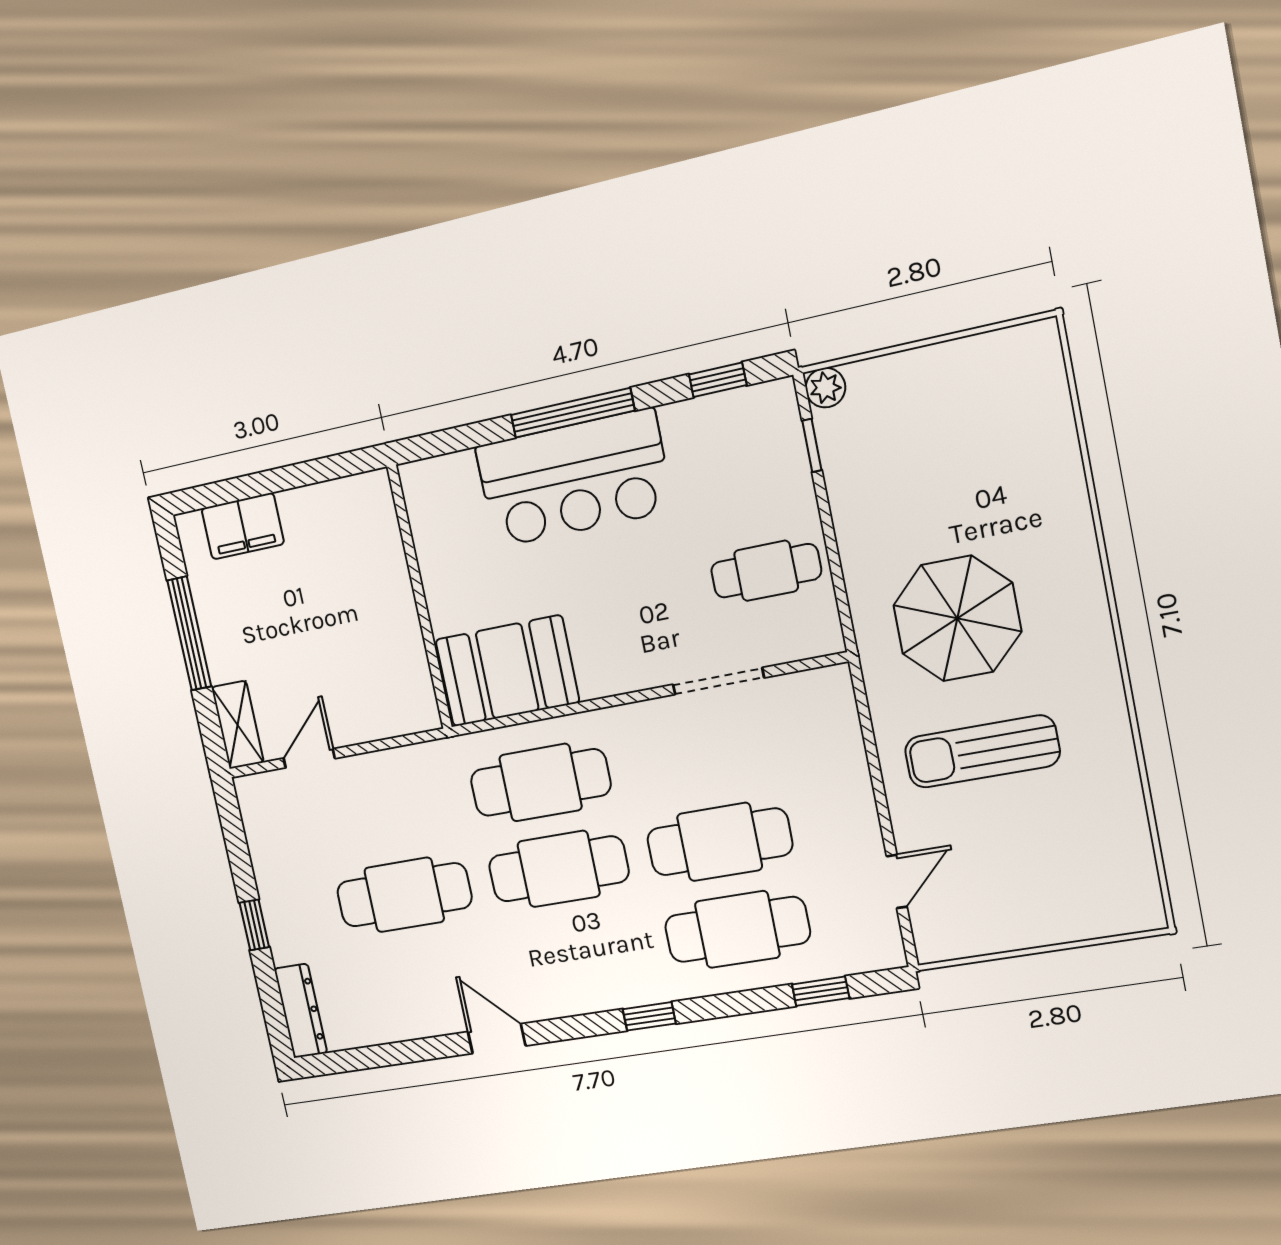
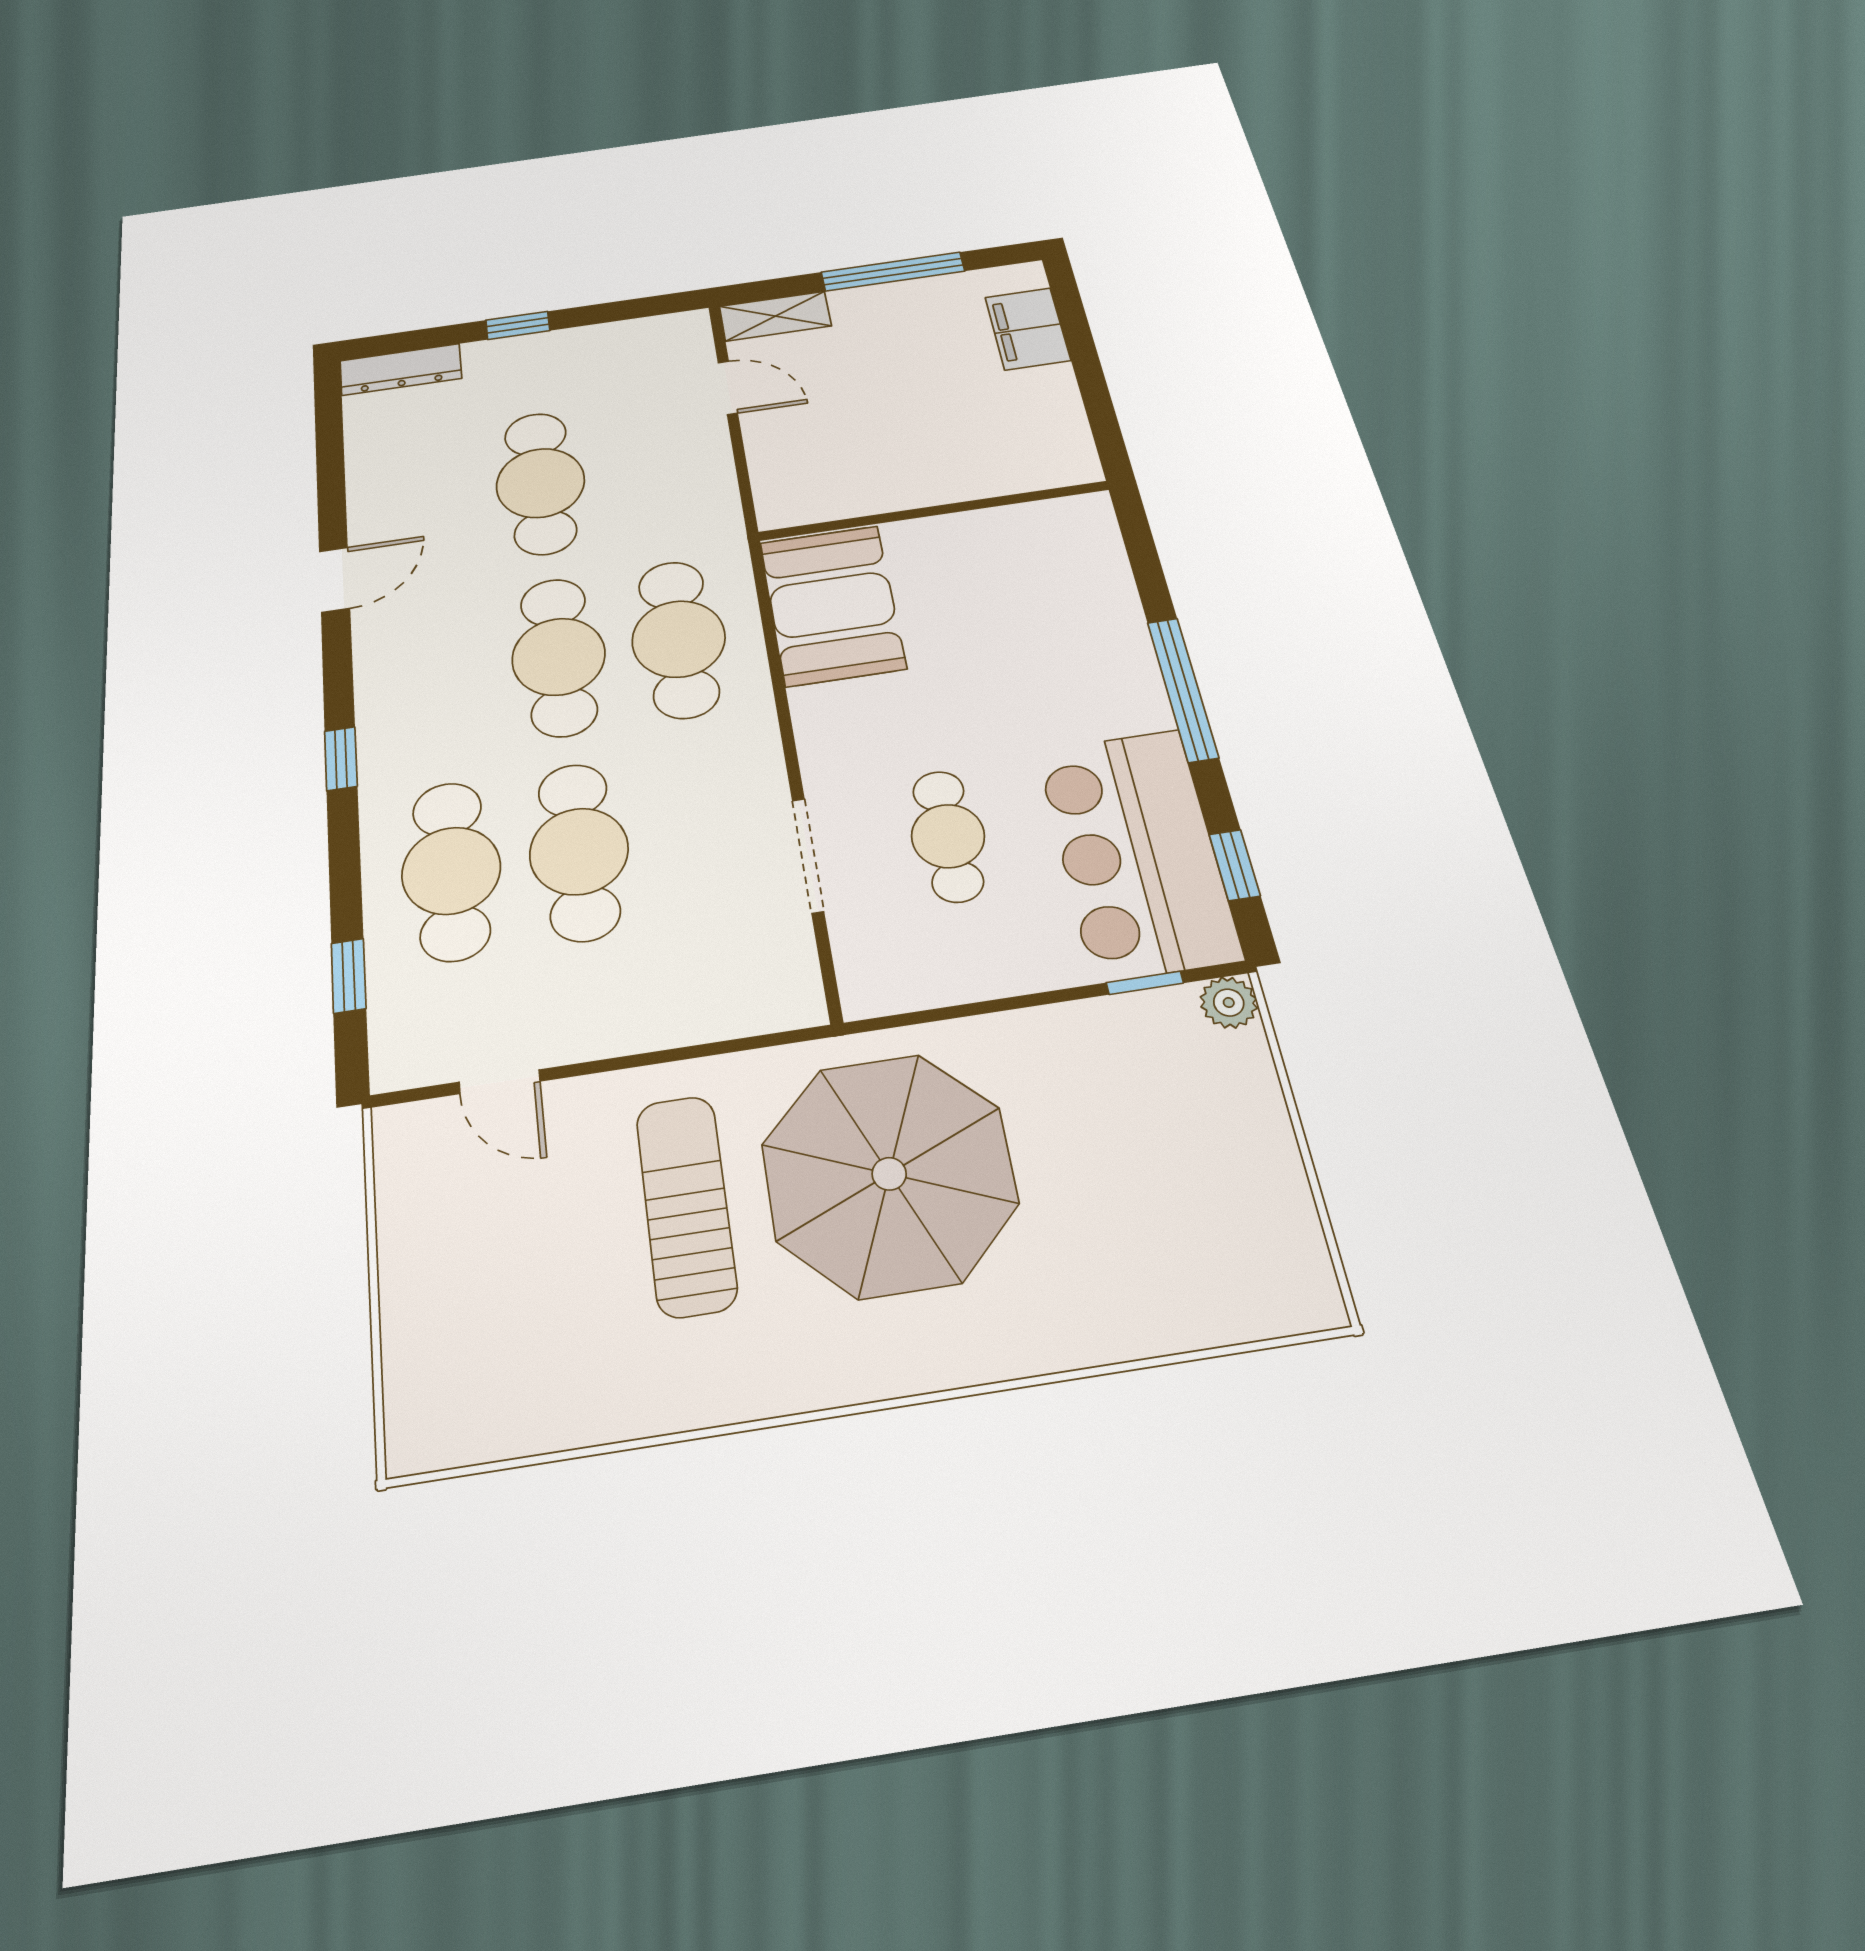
bar counter: (574, 478) -> (1137, 853), moved
cafe table: (766, 571) -> (948, 836), moved
parasol: (957, 618) -> (889, 1174), width x1.36, depth x1.36

